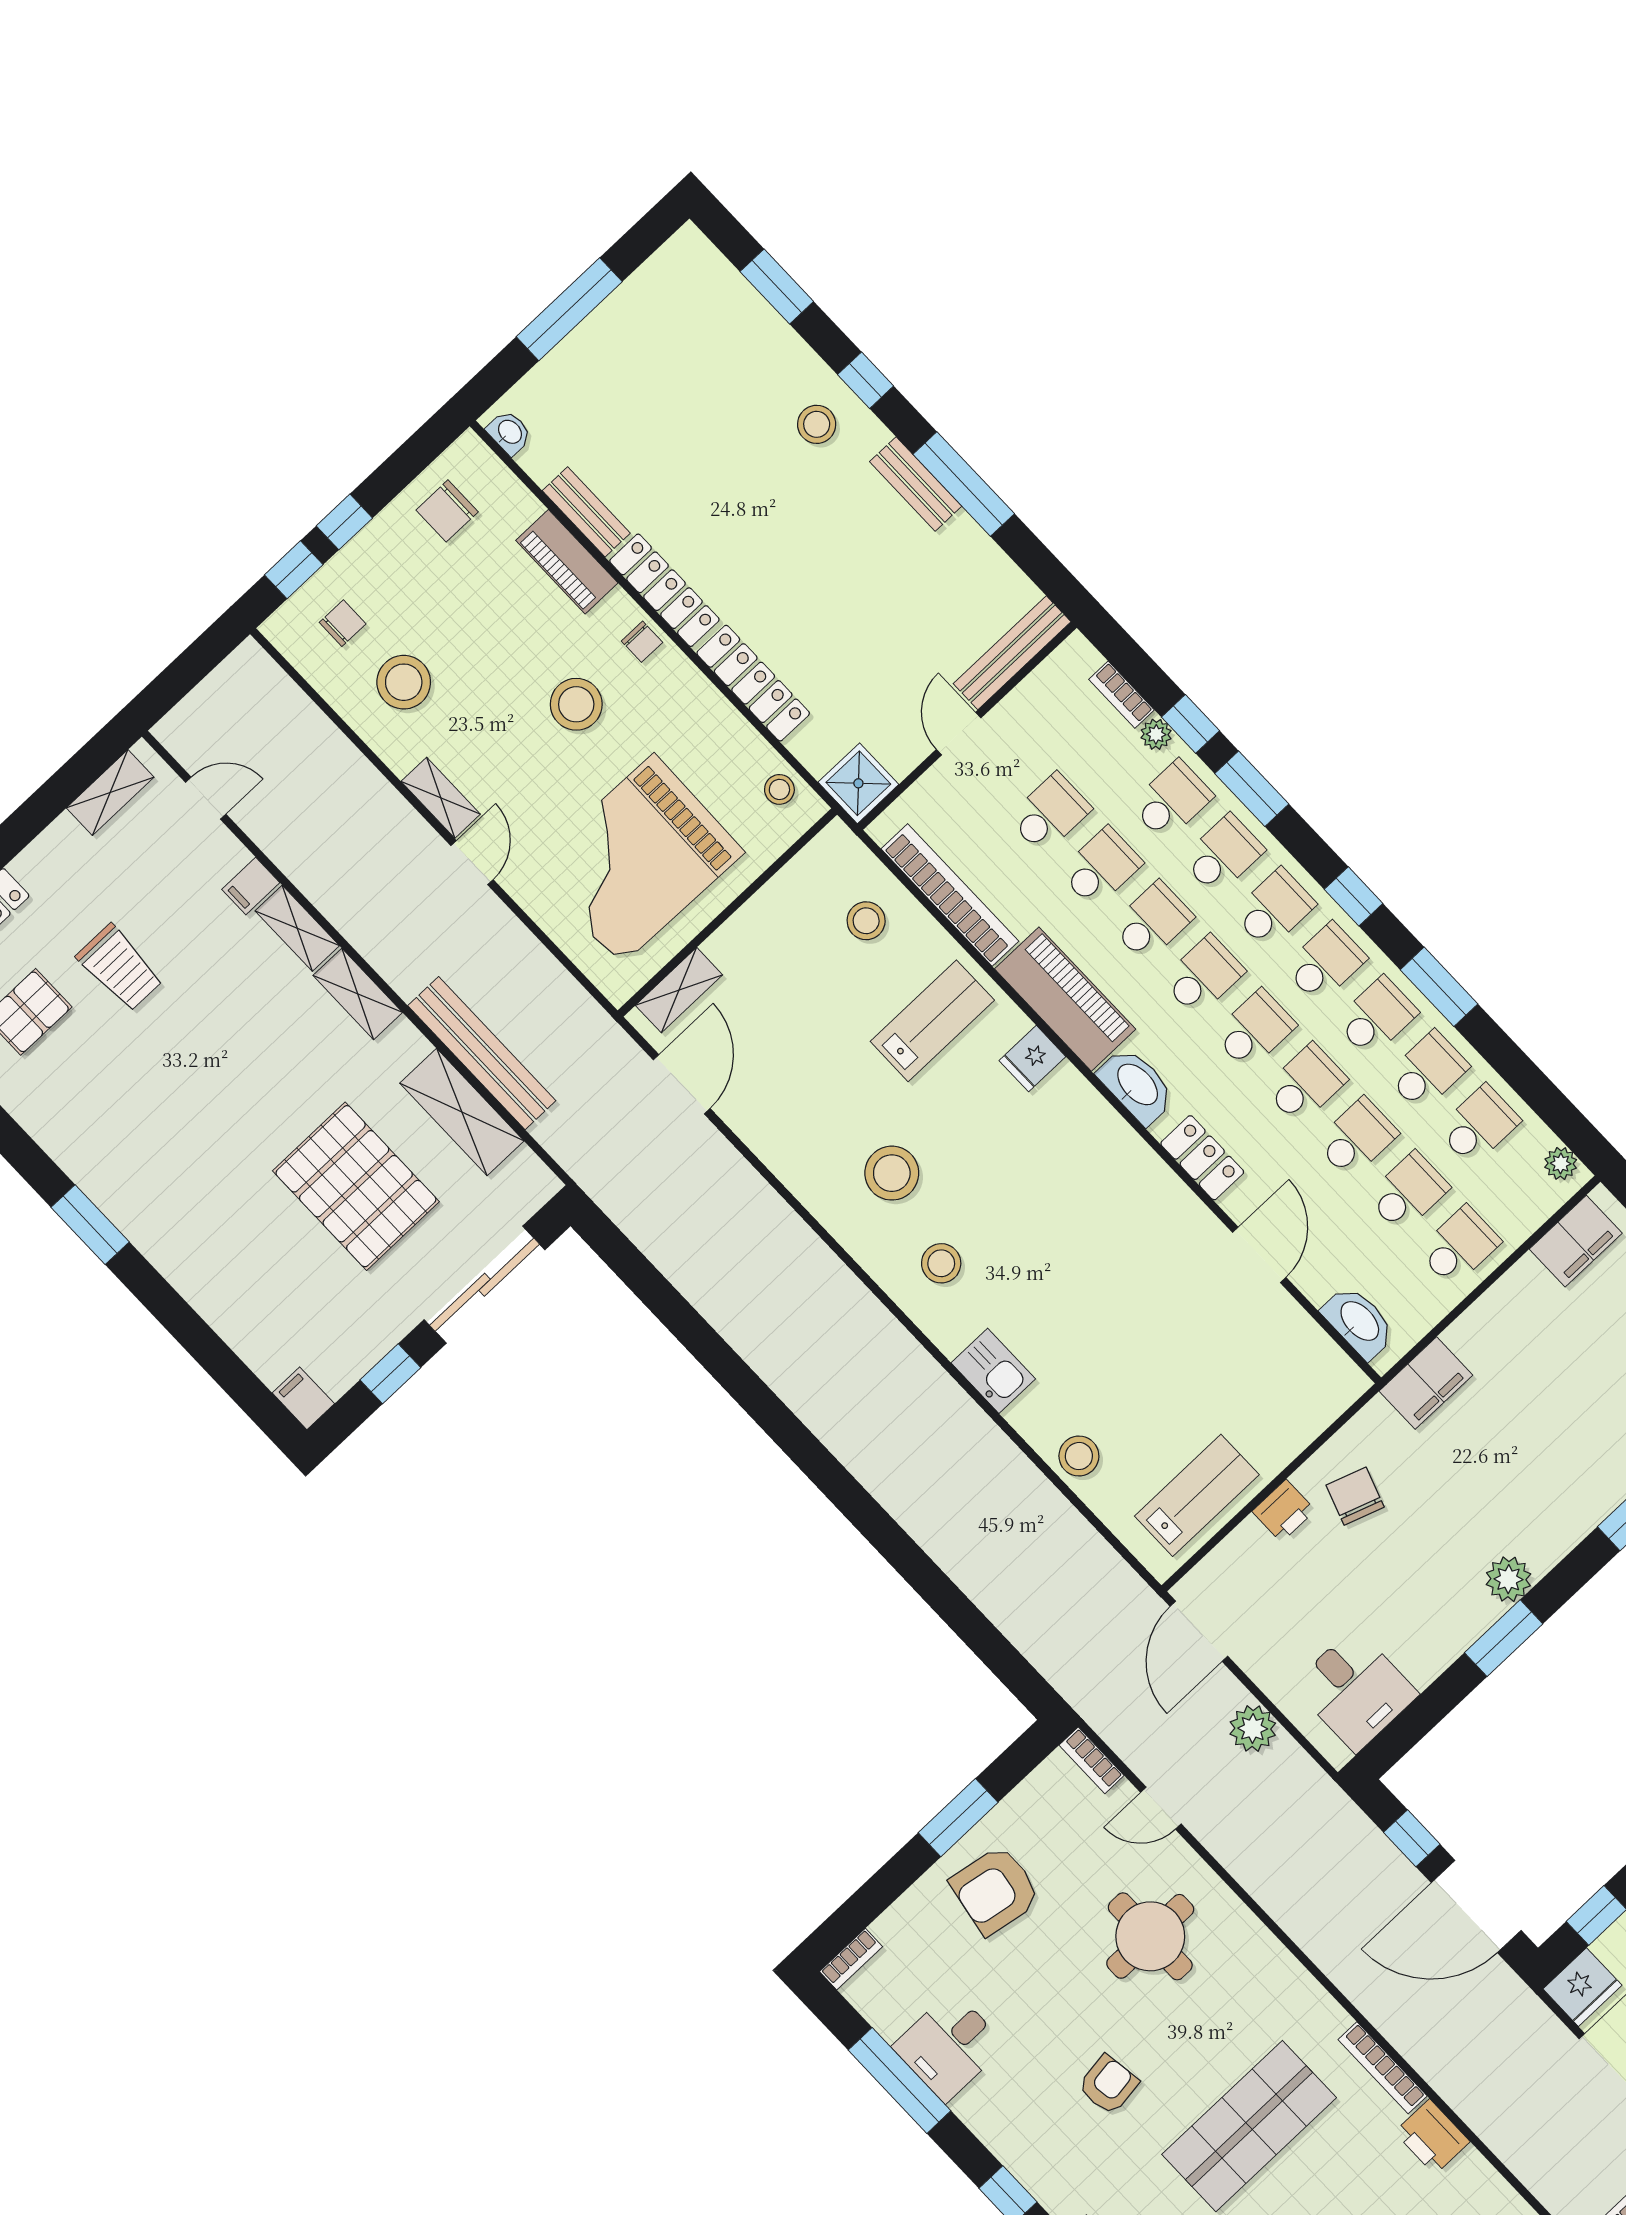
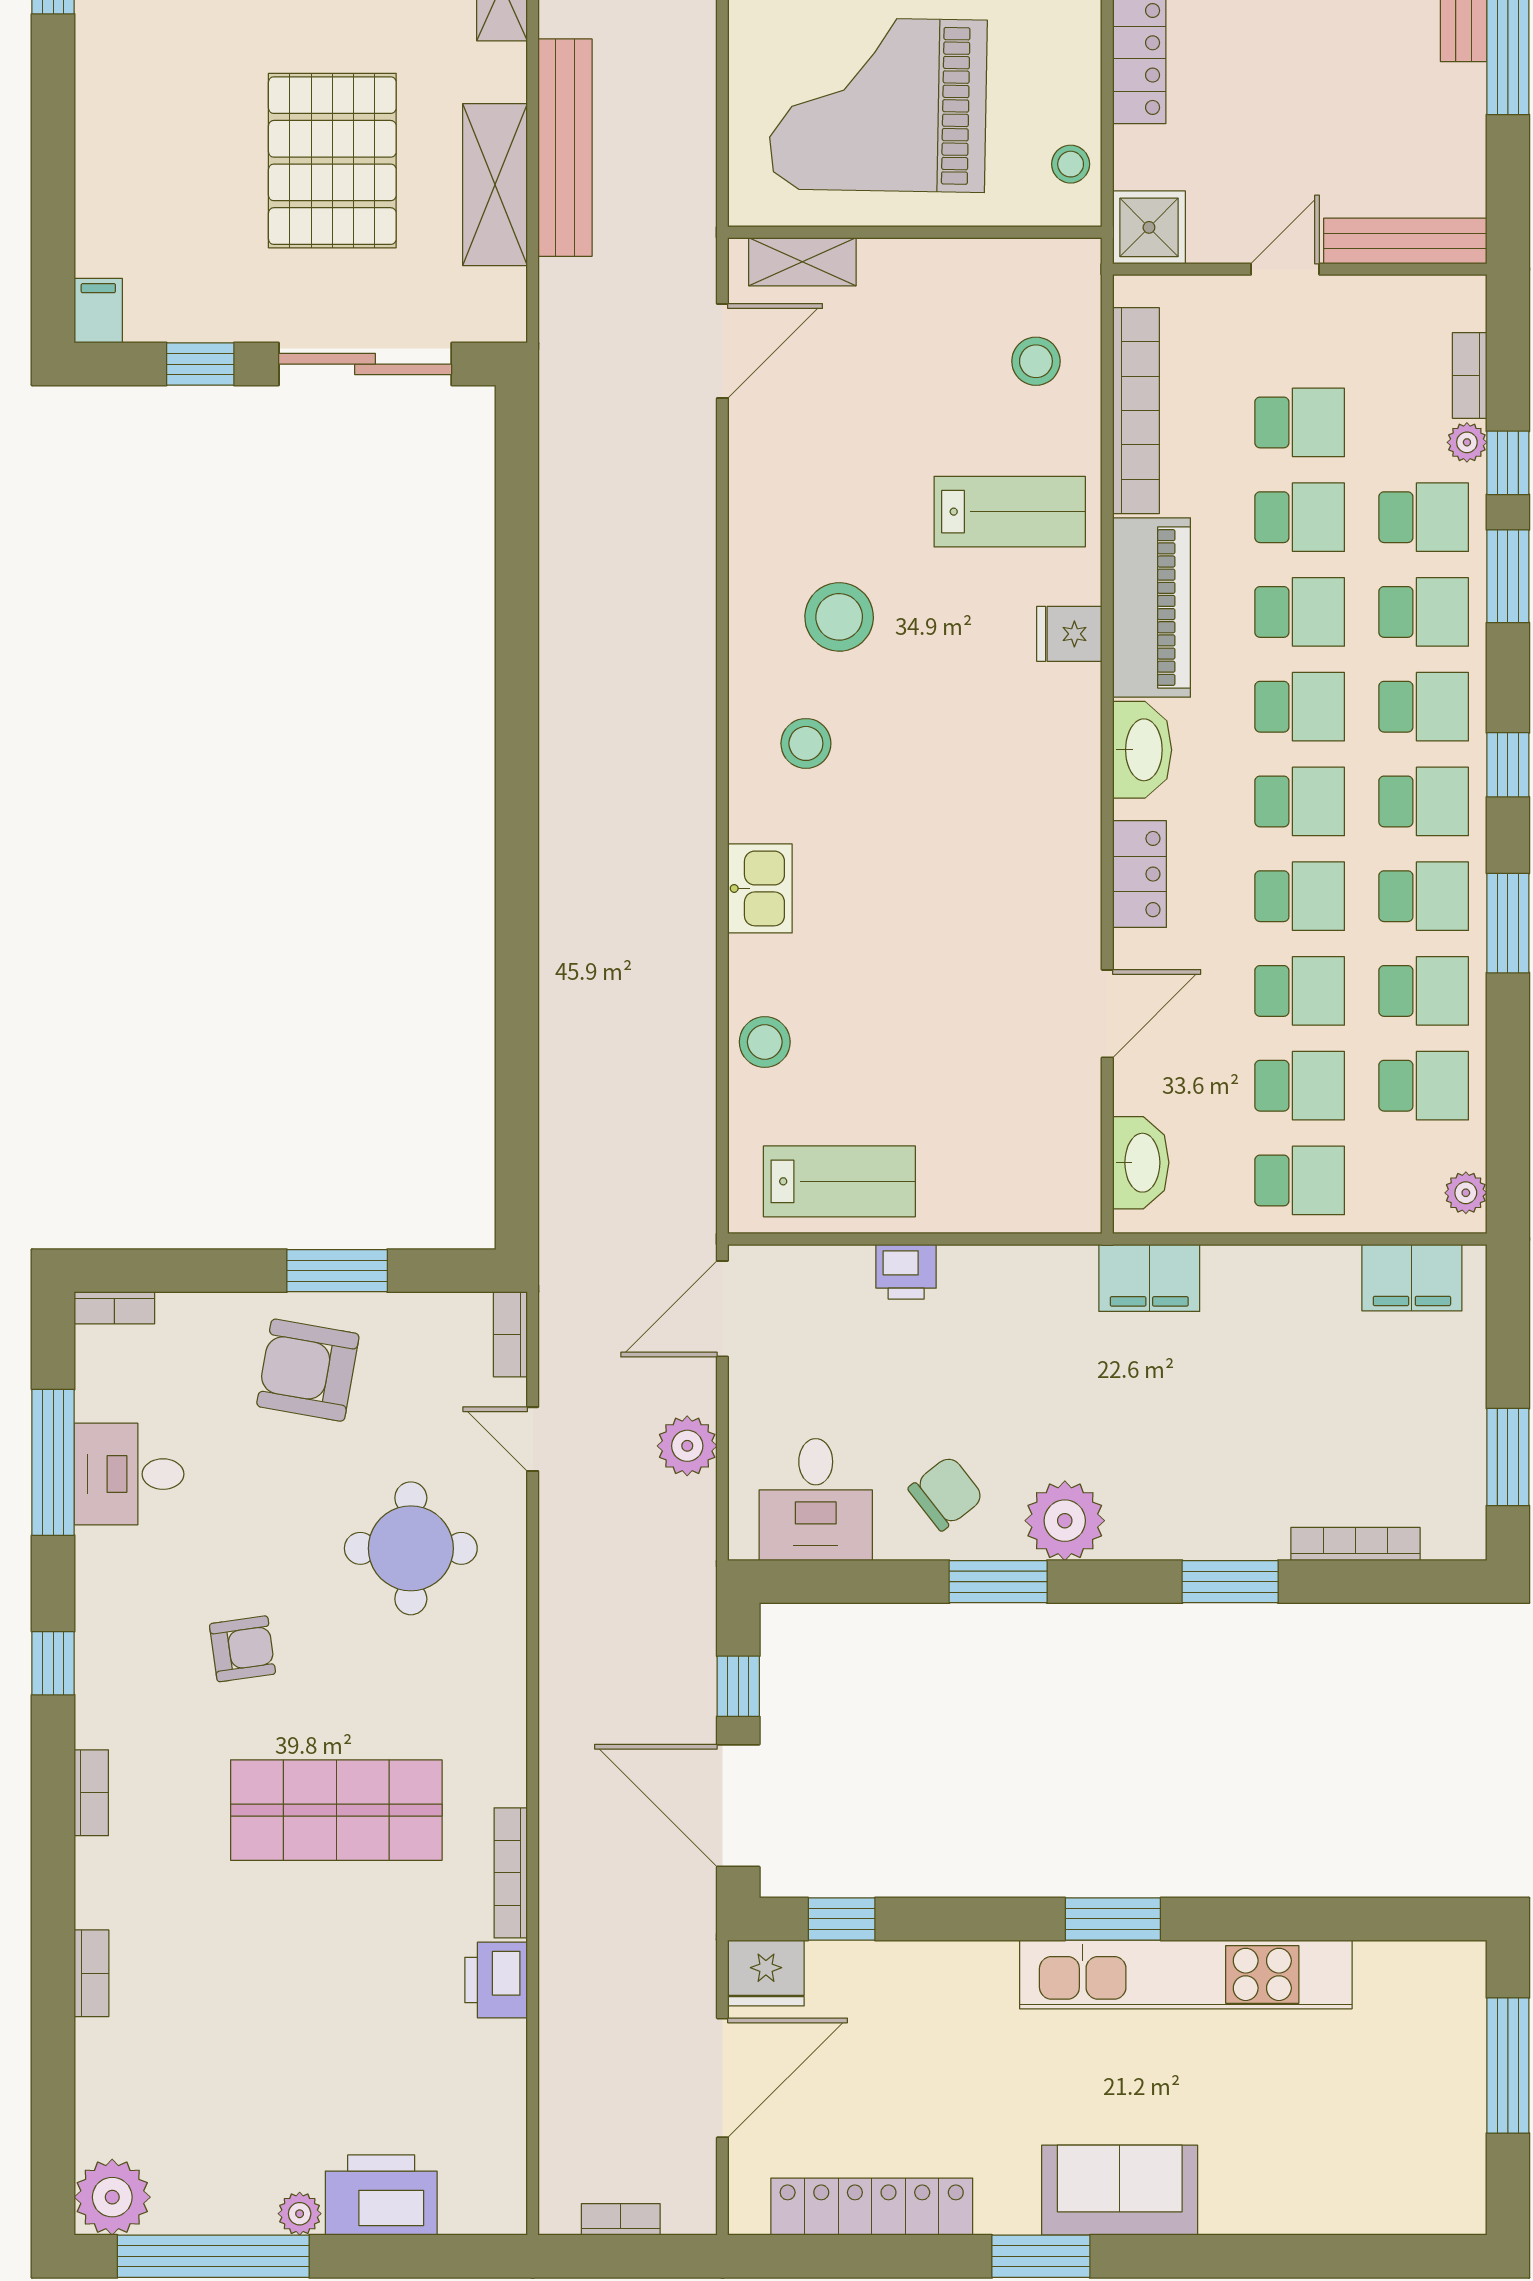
chair: (1355, 1496) -> (946, 1493), moved, turned 33
plant: (1508, 1579) -> (1065, 1521), width x1.36, depth x1.36

